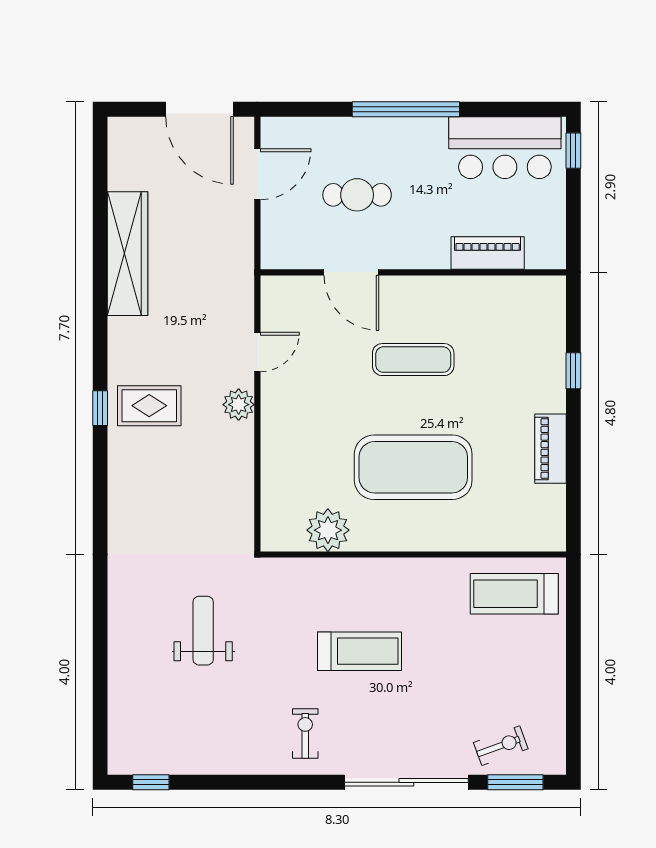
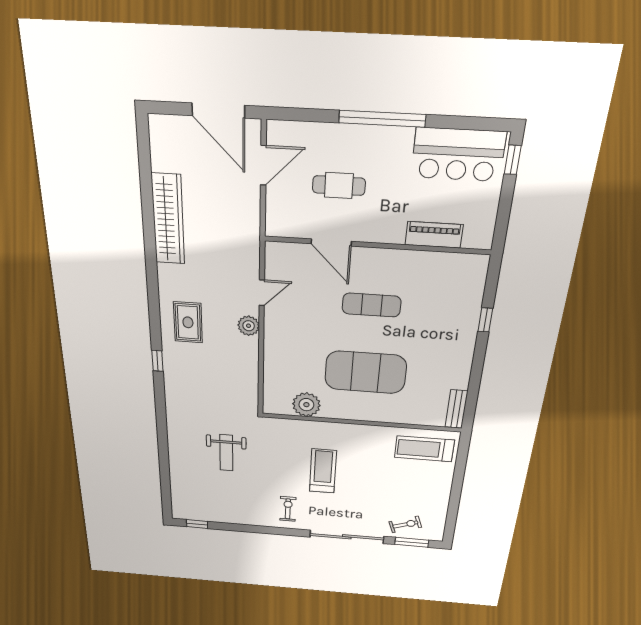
rug: (149, 406) -> (188, 322), turned 90
window: (100, 408) -> (157, 361), moved
piano: (550, 449) -> (461, 368), removed
bench: (554, 518) -> (456, 409), added
weight bench: (203, 631) -> (226, 453), turned 180
treadmill: (359, 651) -> (323, 471), turned -90

